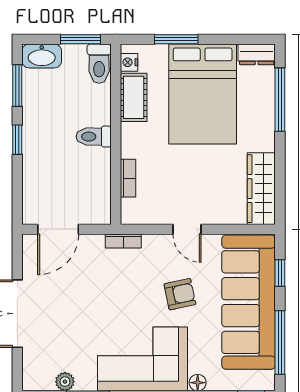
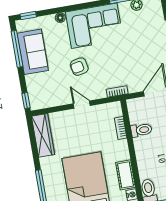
toilet: (94, 137) -> (141, 130), moved
window: (280, 273) -> (26, 101), moved
sofa: (249, 302) -> (33, 52), width x0.54, depth x0.79

